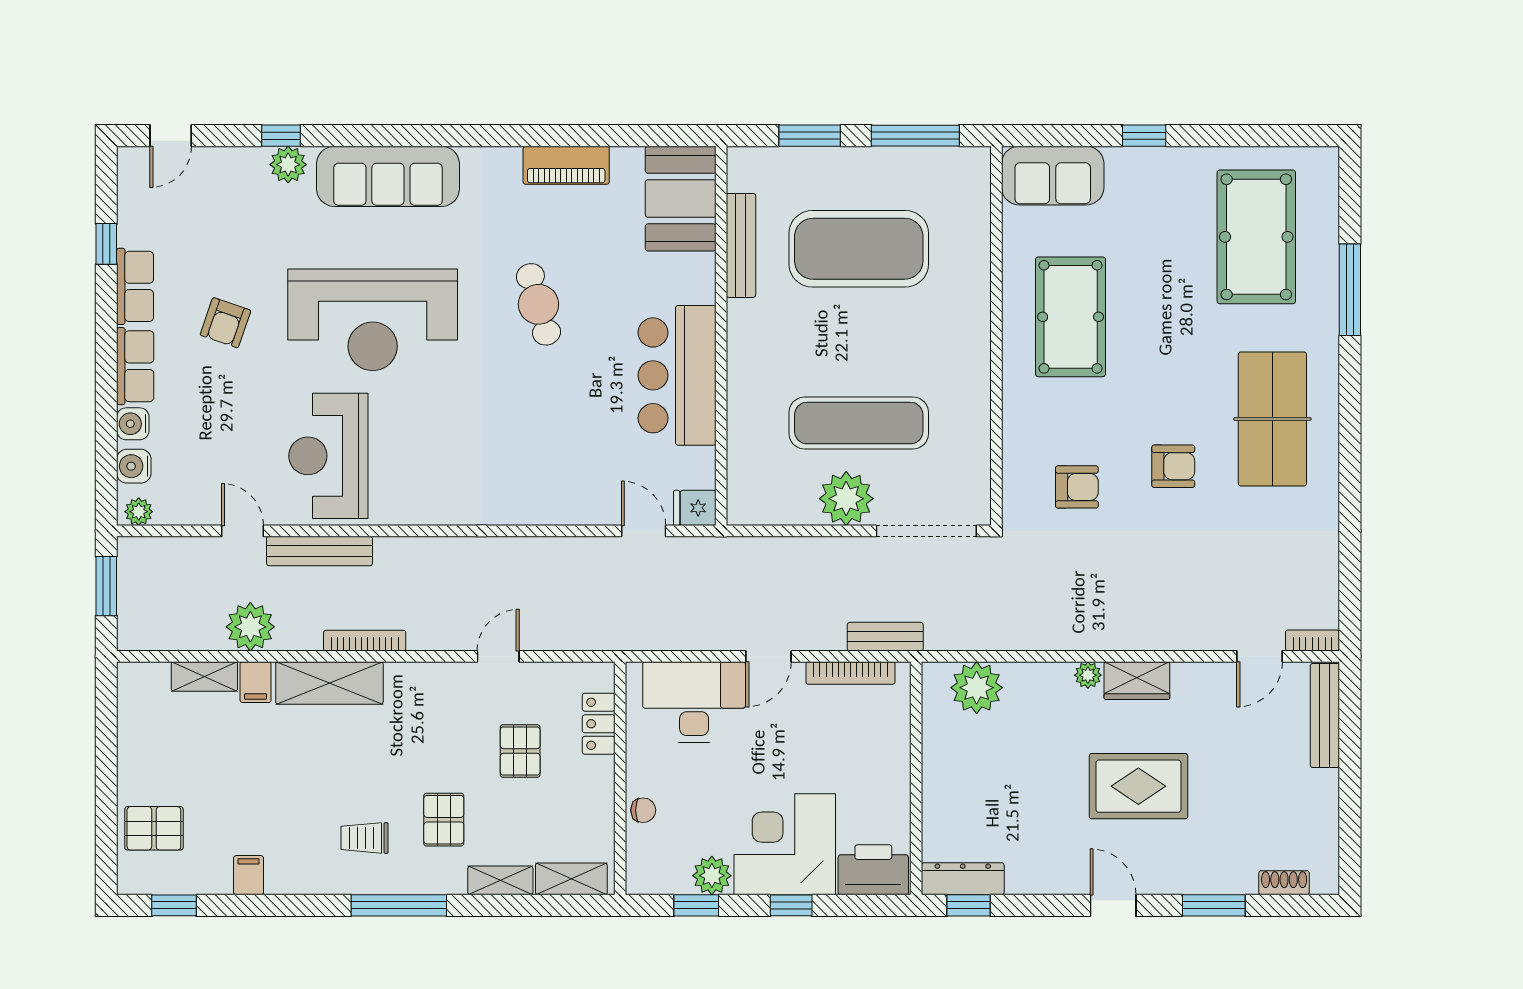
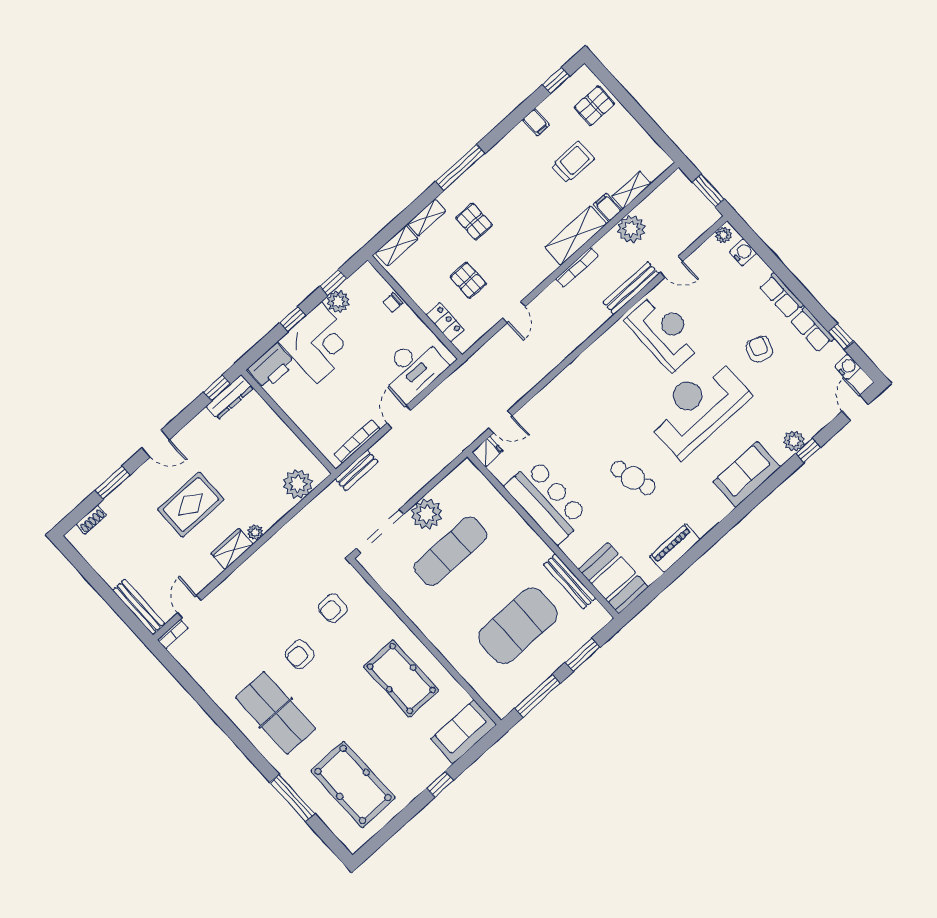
sofa: (388, 176) -> (747, 474), width x0.73
water cooler: (133, 424) -> (848, 367), moved
trolley: (365, 838) -> (573, 162), moved, width x1.36, depth x1.39

